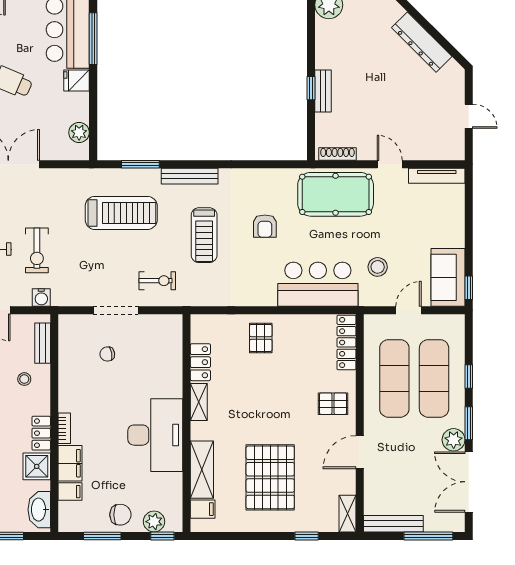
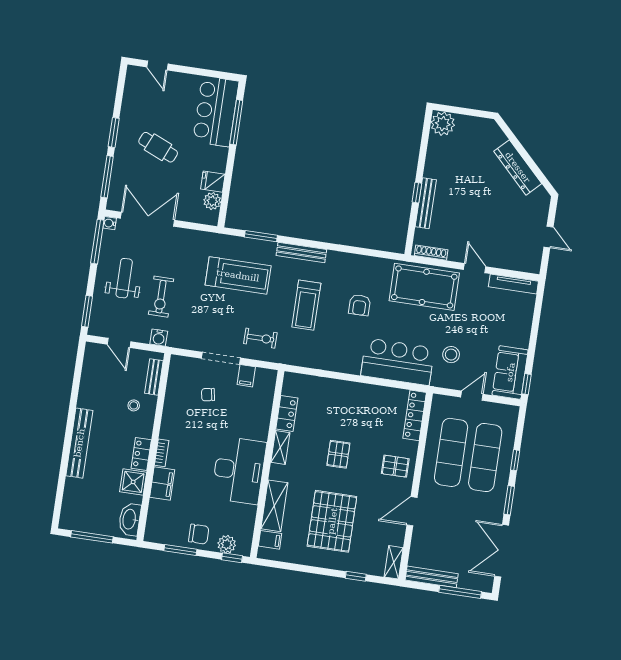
fridge: (77, 80) -> (213, 182), moved
bench: (323, 91) -> (426, 203), width x1.36
pallet: (261, 338) -> (338, 454), moved
plant: (454, 440) -> (494, 513), removed
filing cabinet: (70, 492) -> (246, 376), moved, turned 90

